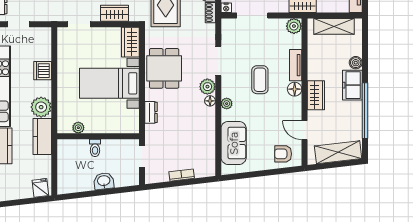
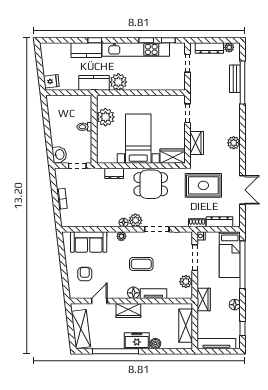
plant: (294, 26) -> (186, 282), moved
dishwasher: (43, 71) -> (149, 83), removed
plant: (78, 128) -> (105, 117), width x1.88, depth x1.88
armchair: (283, 154) -> (85, 274), moved
washbasin: (104, 181) -> (59, 154), moved

